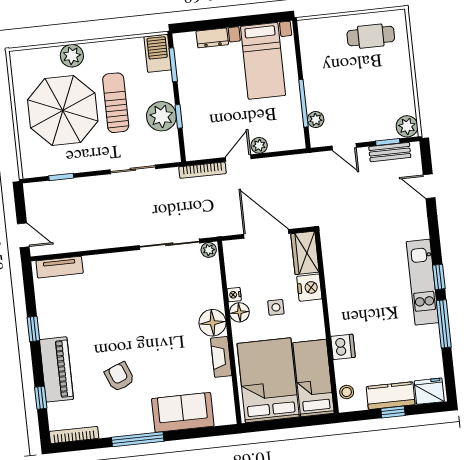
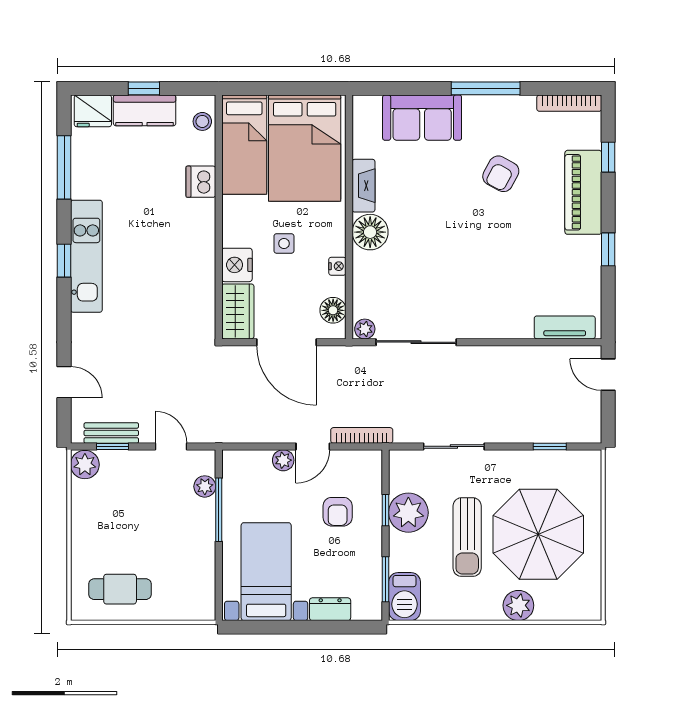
armchair: (214, 111) -> (338, 512), added
floor lamp: (239, 312) -> (333, 310), moved
window: (444, 324) -> (64, 167), moved
armchair: (120, 377) -> (501, 174), turned 50

